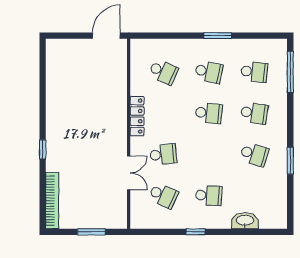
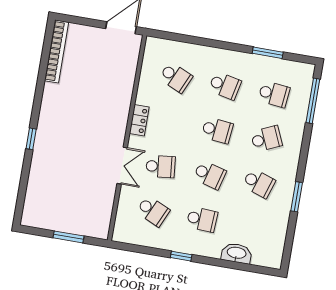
window: (218, 36) -> (268, 53), moved
school desk: (254, 113) -> (266, 139), turned -33
locker: (137, 116) -> (139, 120), width x0.66
school desk: (209, 154) -> (210, 175), added
double door: (129, 173) -> (122, 166), moved
bookcase: (52, 201) -> (57, 51), moved

